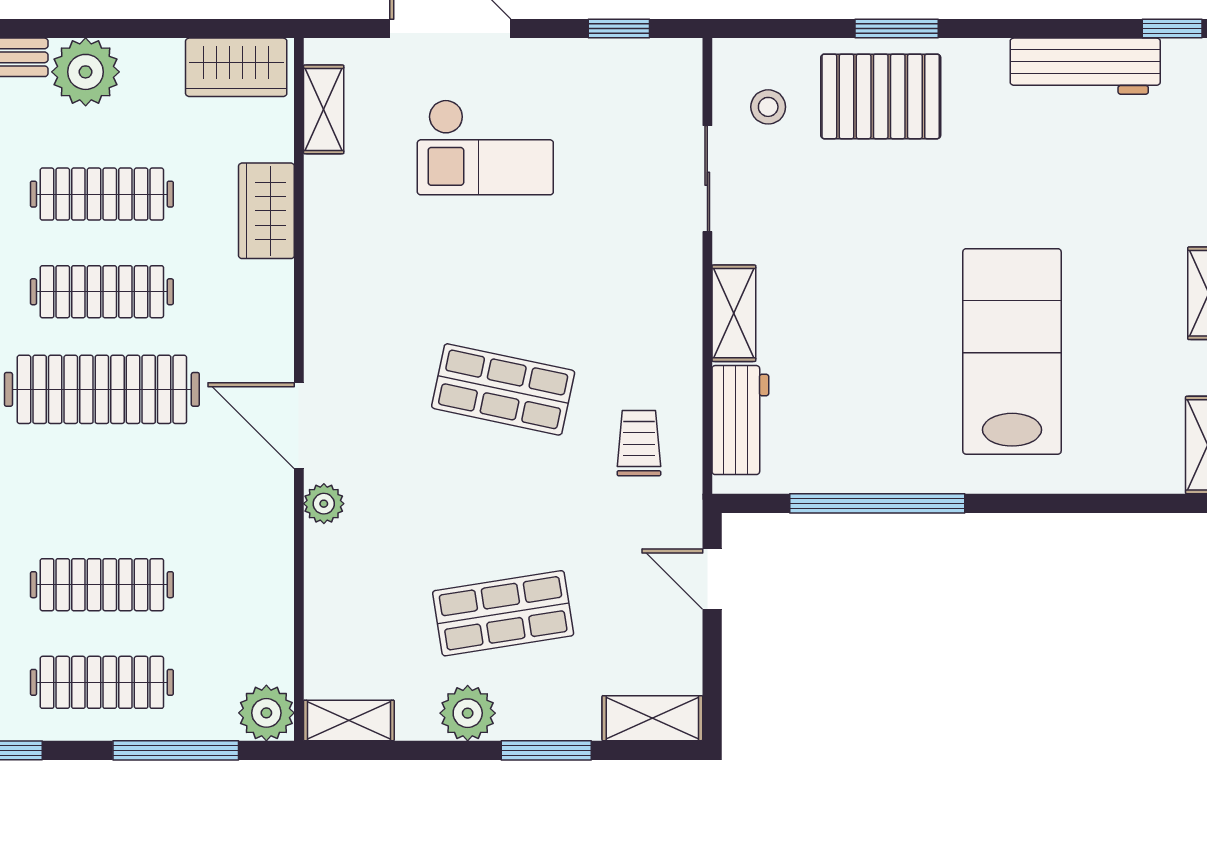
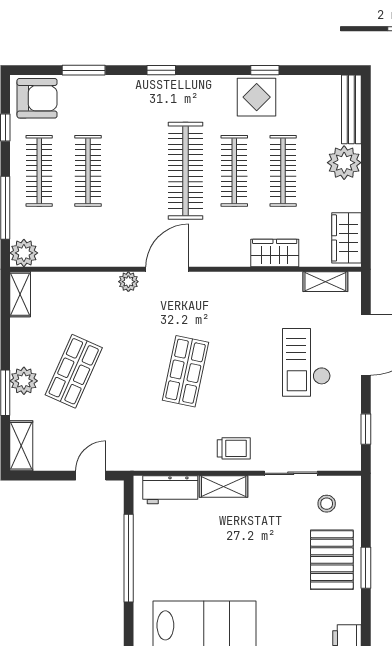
trolley: (639, 443) -> (234, 448), moved
shop shelf: (503, 613) -> (74, 371), turned 33
plant: (468, 713) -> (24, 381), moved

